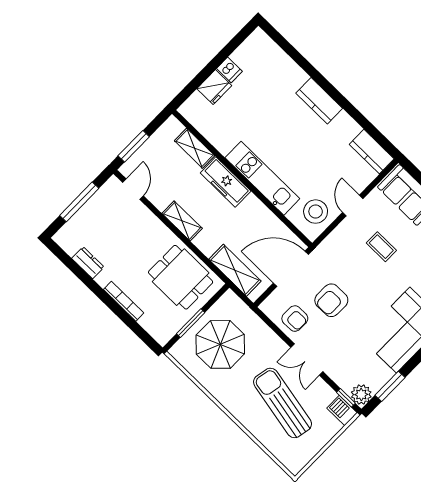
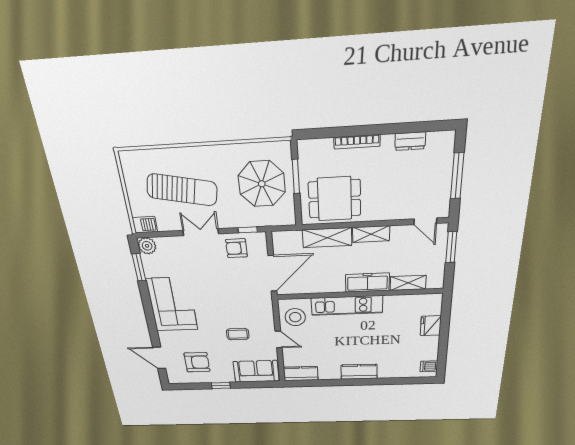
dishwasher: (229, 70) -> (429, 366), moved
shelving: (235, 270) -> (327, 238), moved
armchair: (331, 300) -> (229, 280), removed
window: (346, 398) -> (248, 230), moved

